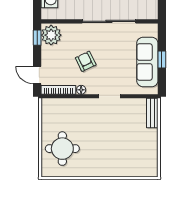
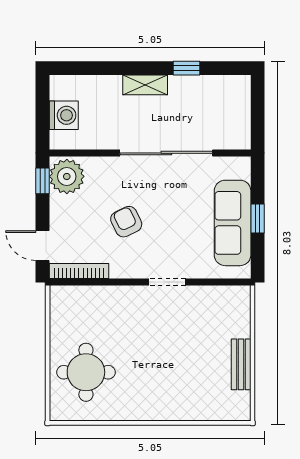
floor lamp: (81, 90) -> (118, 271), removed
bench: (152, 113) -> (241, 364), moved

